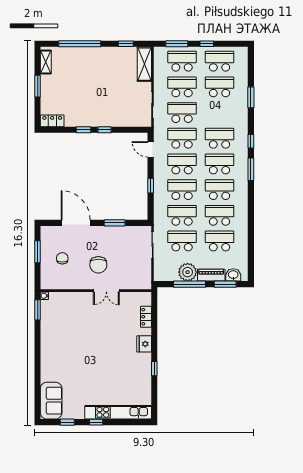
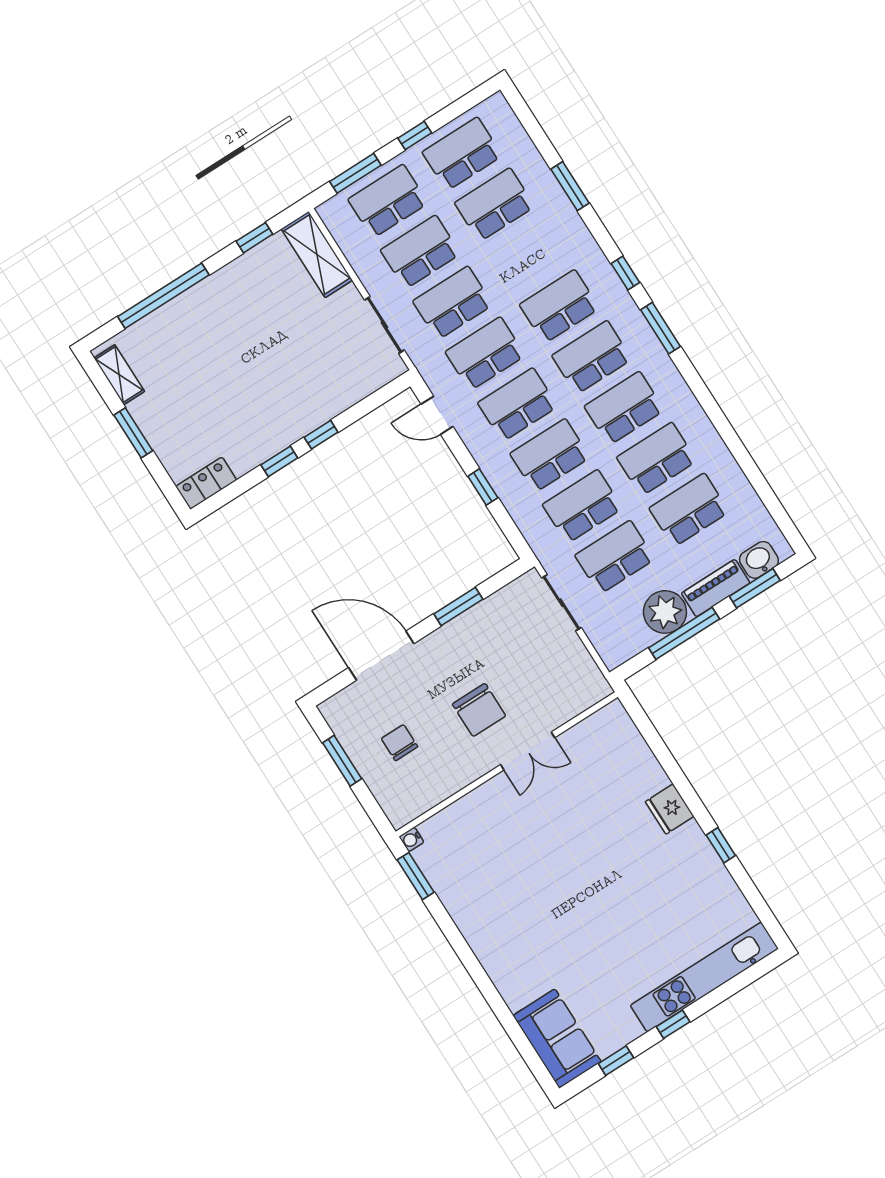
locker: (146, 317) -> (639, 753), removed

